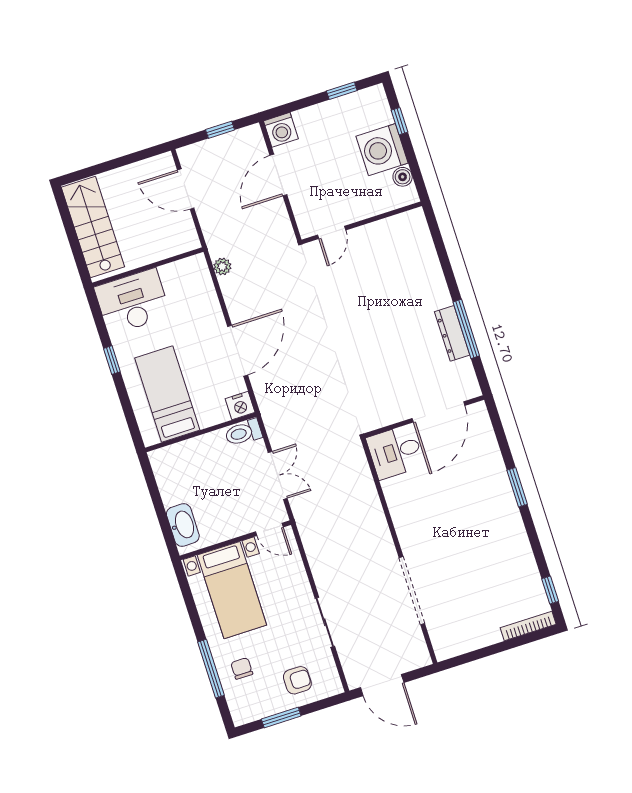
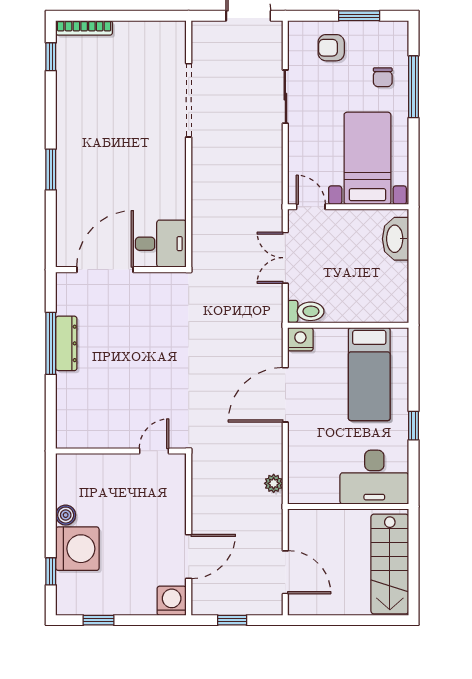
wall: (362, 223) -> (121, 451), moved
door: (332, 232) -> (154, 451), moved

